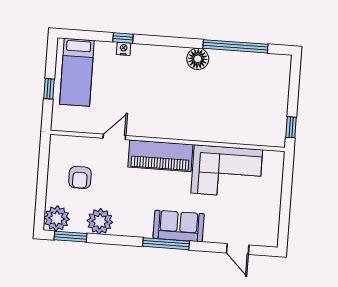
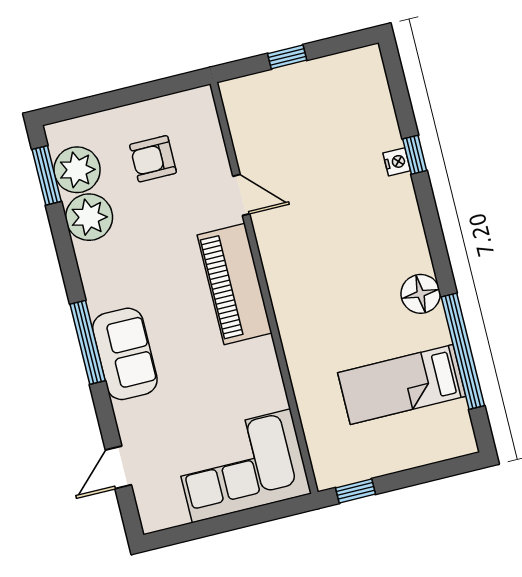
bed: (77, 72) -> (402, 384), moved
corner sofa: (227, 171) -> (241, 466), moved, turned 90
plant: (57, 218) -> (77, 170), moved

